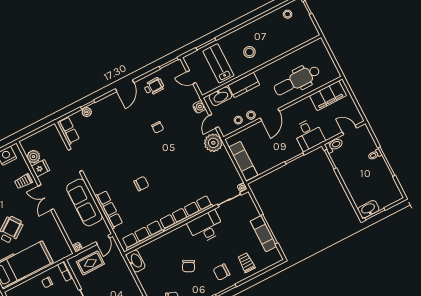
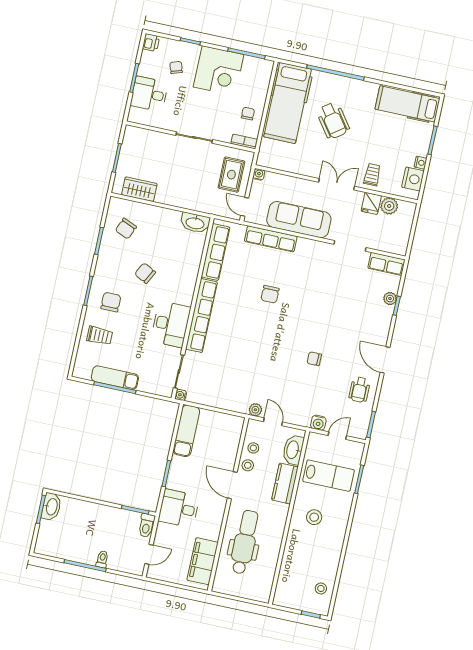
water cooler: (199, 107) -> (318, 423), moved
plant: (213, 143) -> (255, 410), width x0.53, depth x0.53
exam couch: (243, 161) -> (186, 431), moved, turned -90

